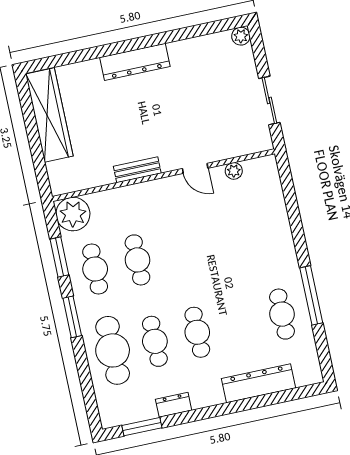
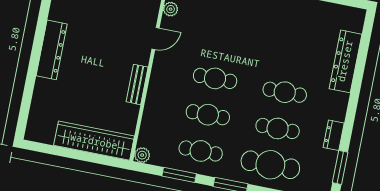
wardrobe: (49, 115) -> (94, 141), moved
plant: (73, 214) -> (142, 155), width x0.53, depth x0.53
cafe table: (282, 314) -> (215, 78), moved

